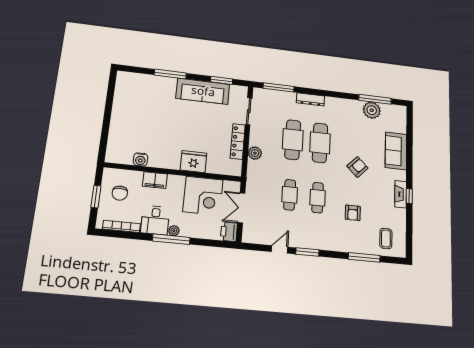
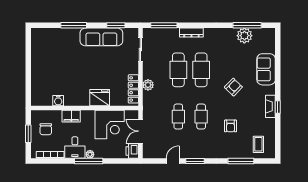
locker: (238, 142) -> (133, 89), moved

